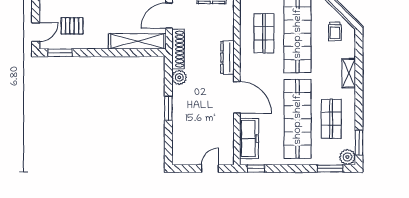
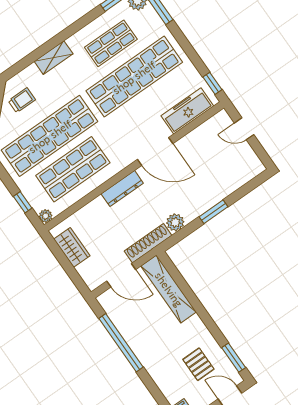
shop shelf: (264, 33) -> (73, 169), width x1.43, depth x1.36
door: (237, 97) -> (155, 152), swing flipped

